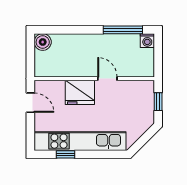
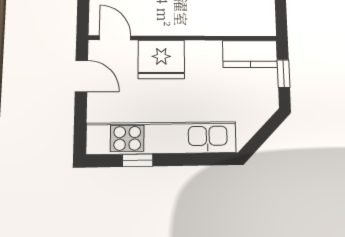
door: (107, 79) -> (115, 38), moved
kitchen counter: (137, 89) -> (250, 54), added

